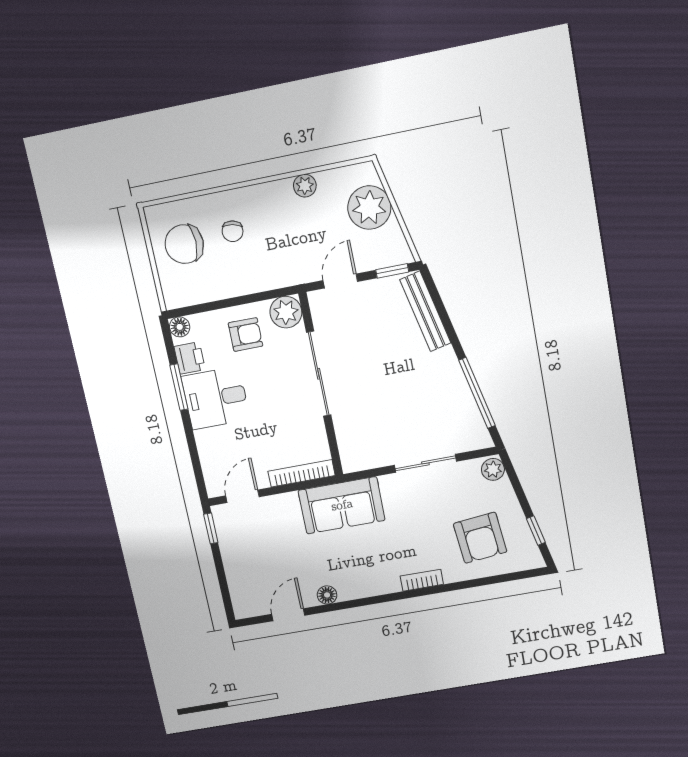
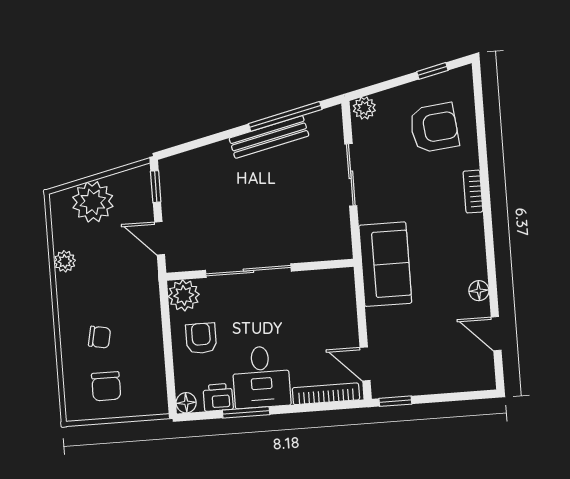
chair: (184, 244) -> (106, 386), width x0.73, depth x0.73
bench: (425, 311) -> (269, 137), moved
bookcase: (302, 473) -> (326, 394), moved, turned 90

